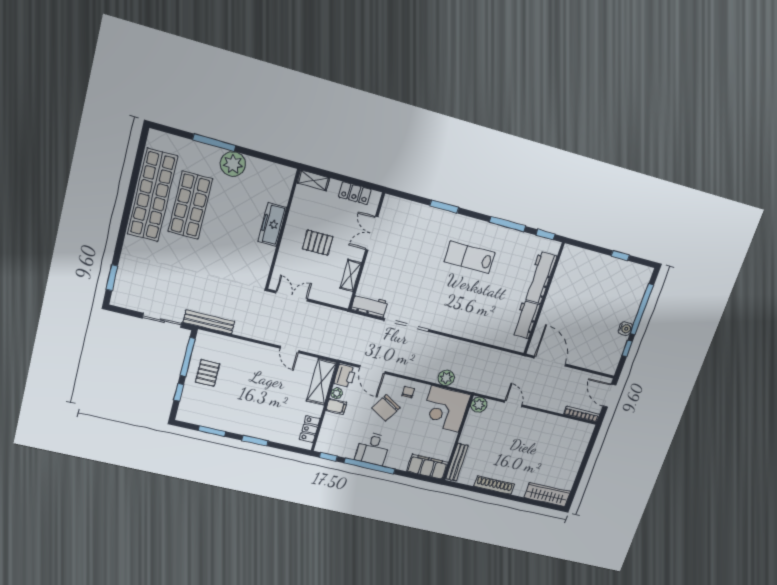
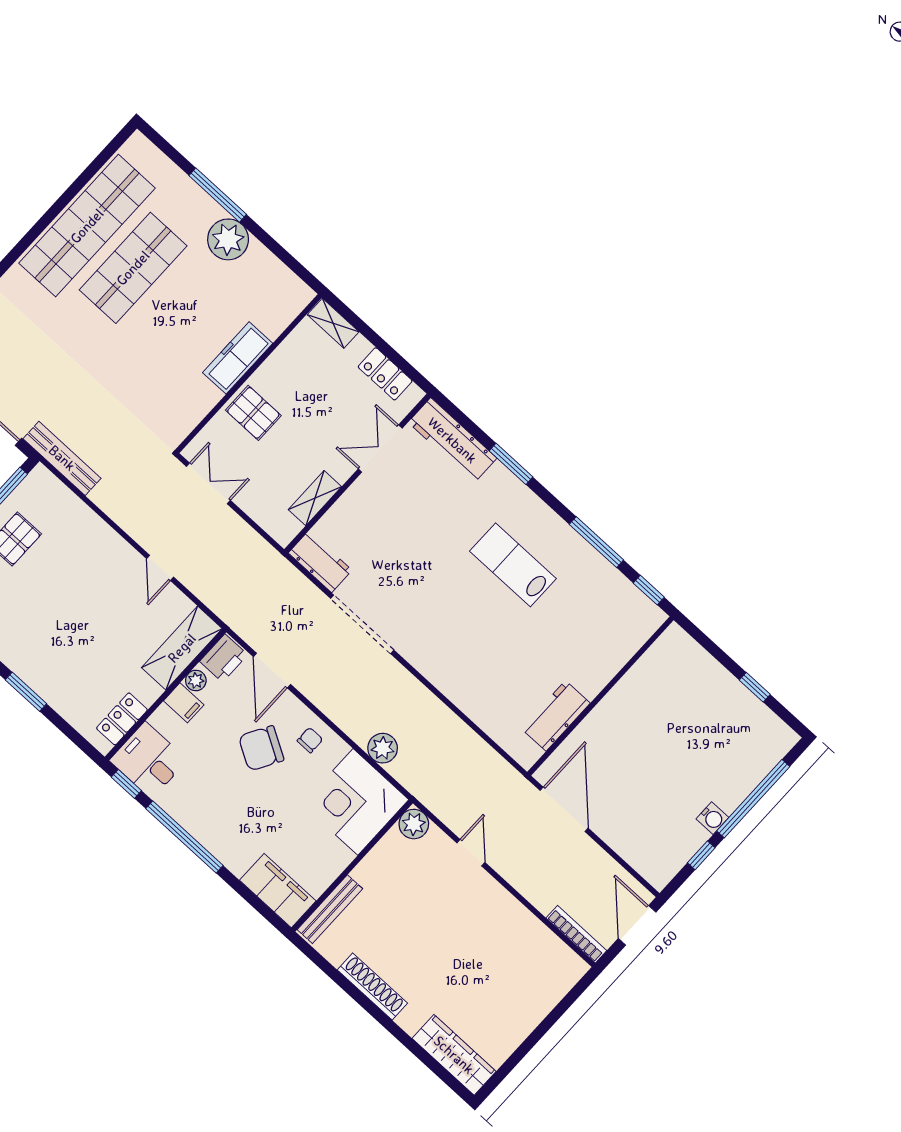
pallet: (318, 243) -> (253, 413), moved
workbench: (540, 278) -> (452, 440), moved, turned -90
desk: (373, 449) -> (148, 760), moved, turned 90

